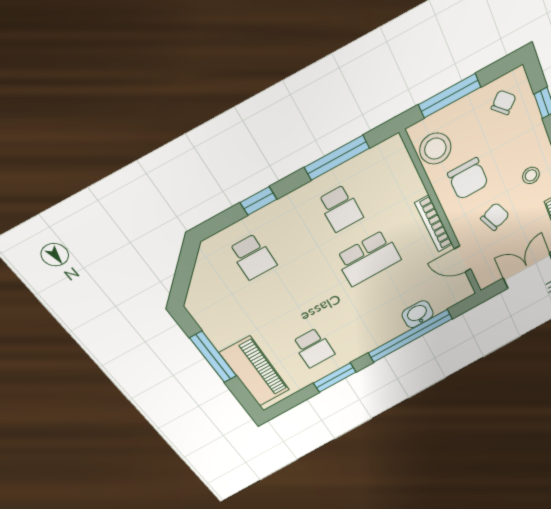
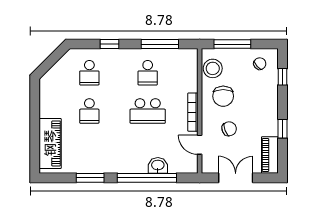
stool: (531, 175) -> (260, 115), removed
school desk: (314, 348) -> (89, 111), moved
window: (213, 357) -> (35, 119), removed

